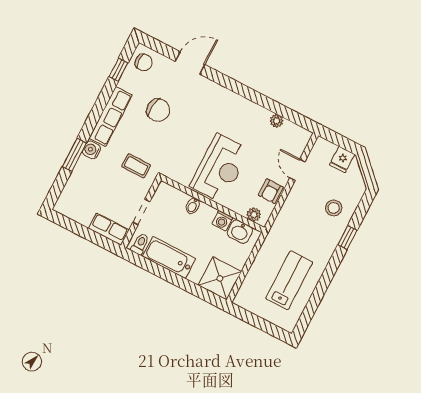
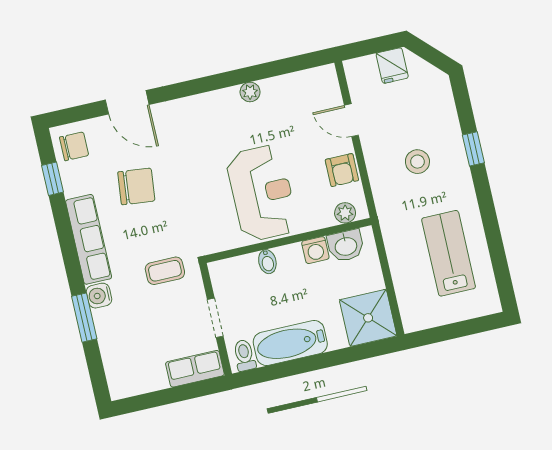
door: (190, 63) -> (127, 102), swing flipped
plant: (277, 121) -> (250, 92), moved
stool: (334, 208) -> (417, 162), moved

